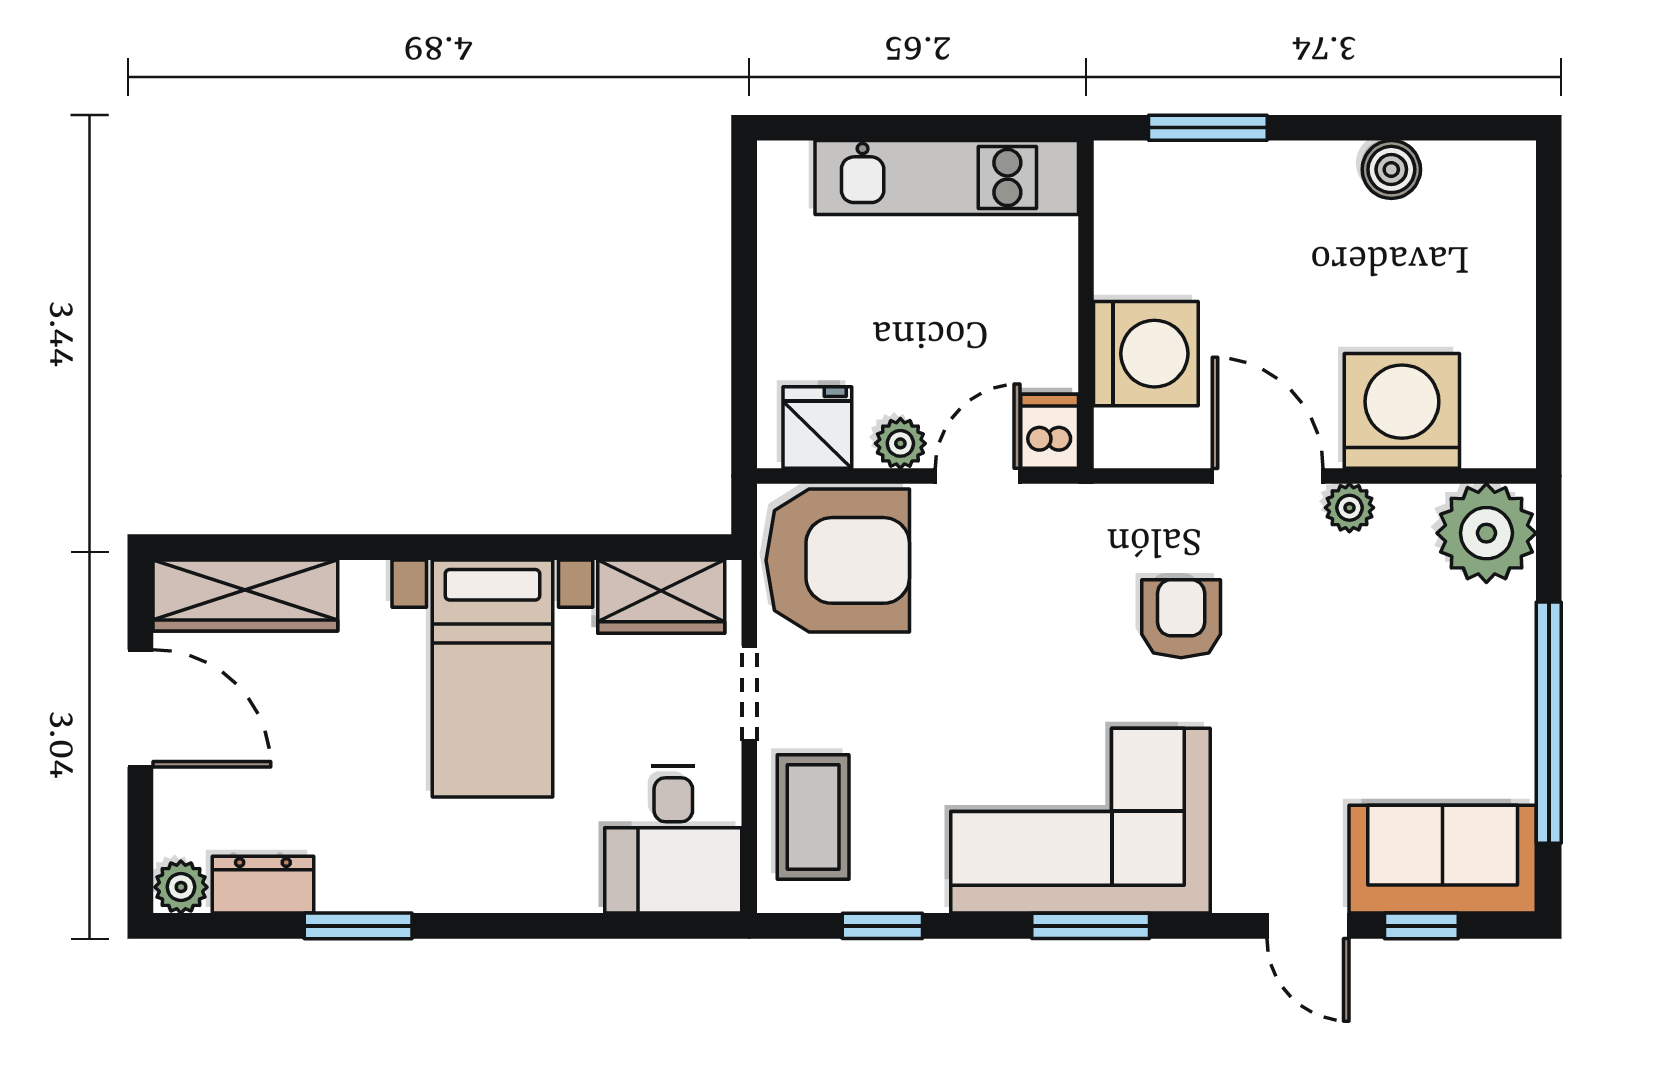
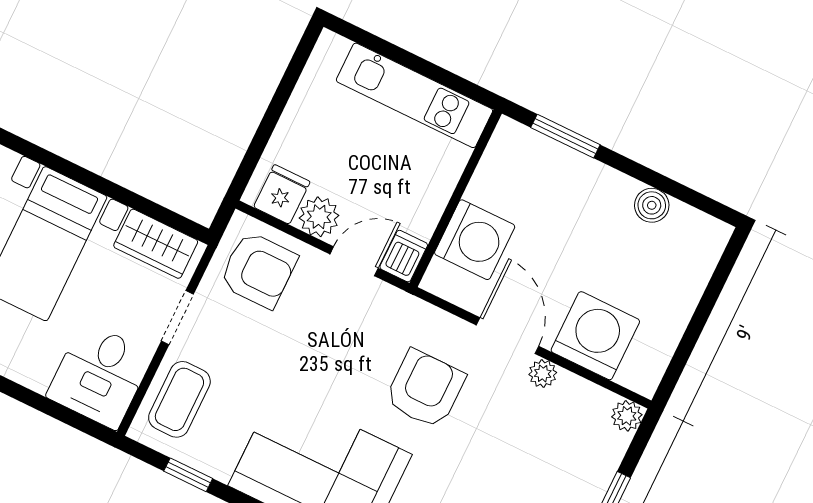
plant: (900, 443) -> (319, 217), width x1.38, depth x1.38
plant: (1486, 533) -> (627, 416), width x0.53, depth x0.53
armchair: (838, 560) -> (258, 270), width x0.73, depth x0.73
armchair: (1181, 619) -> (425, 389), width x1.38, depth x1.38

